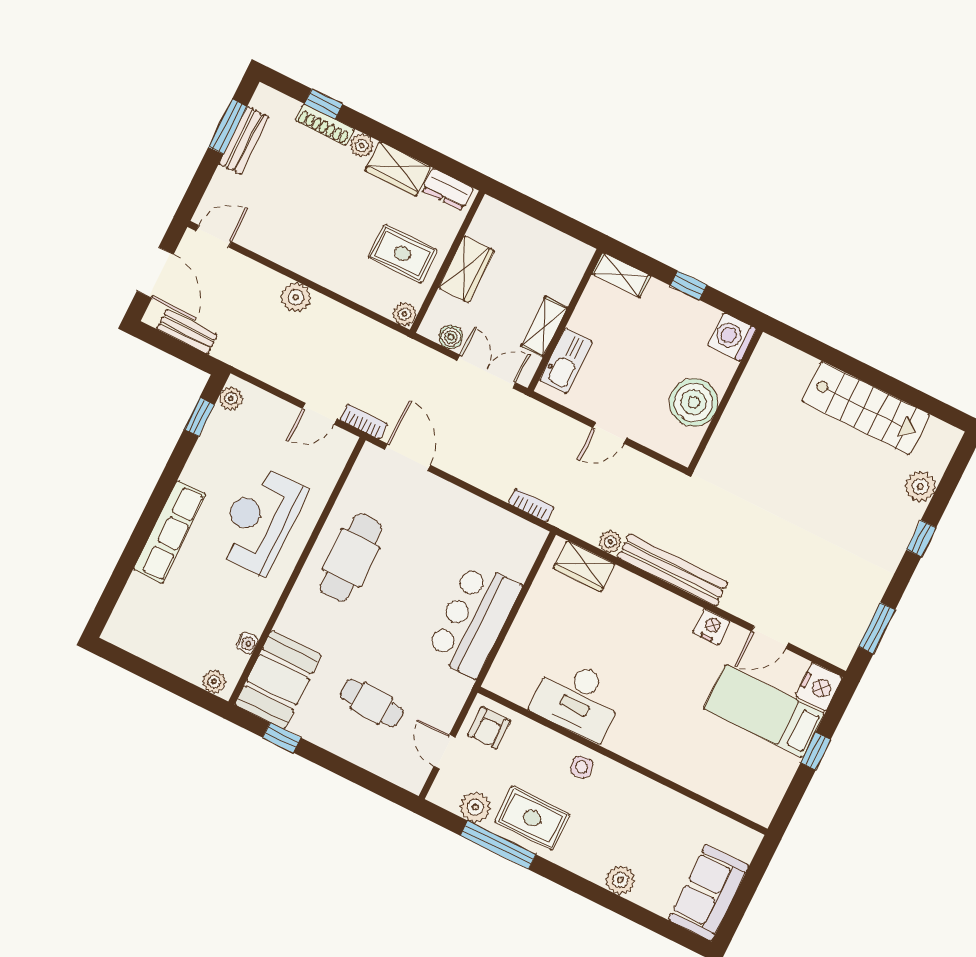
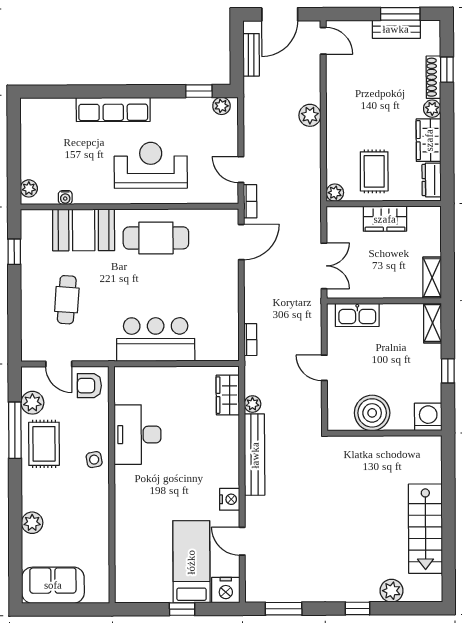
shelving: (544, 327) -> (432, 278), moved, turned 90
boiler: (451, 337) -> (335, 231), removed
booth: (278, 680) -> (84, 230), moved
door: (444, 752) -> (59, 364), swing flipped

